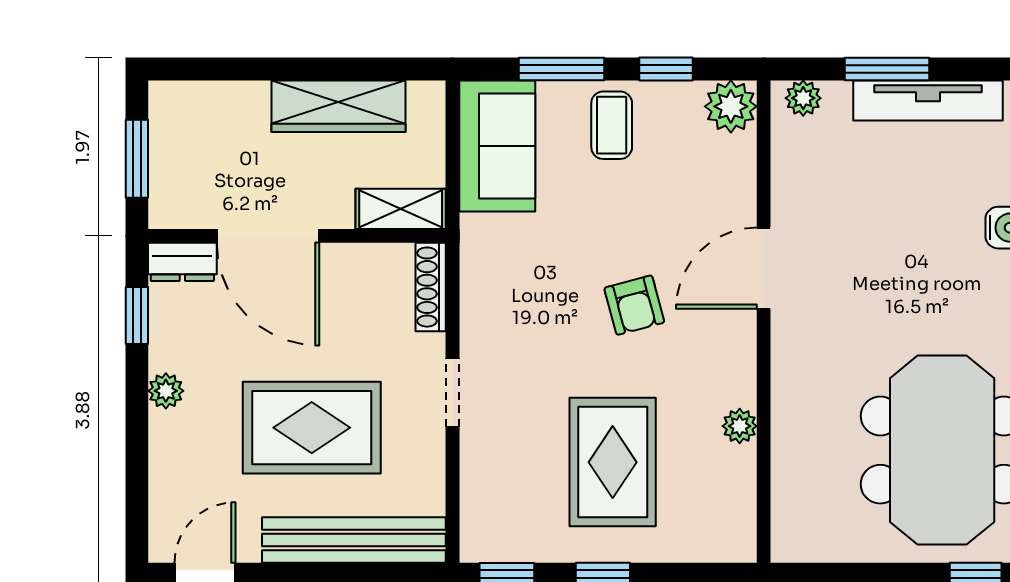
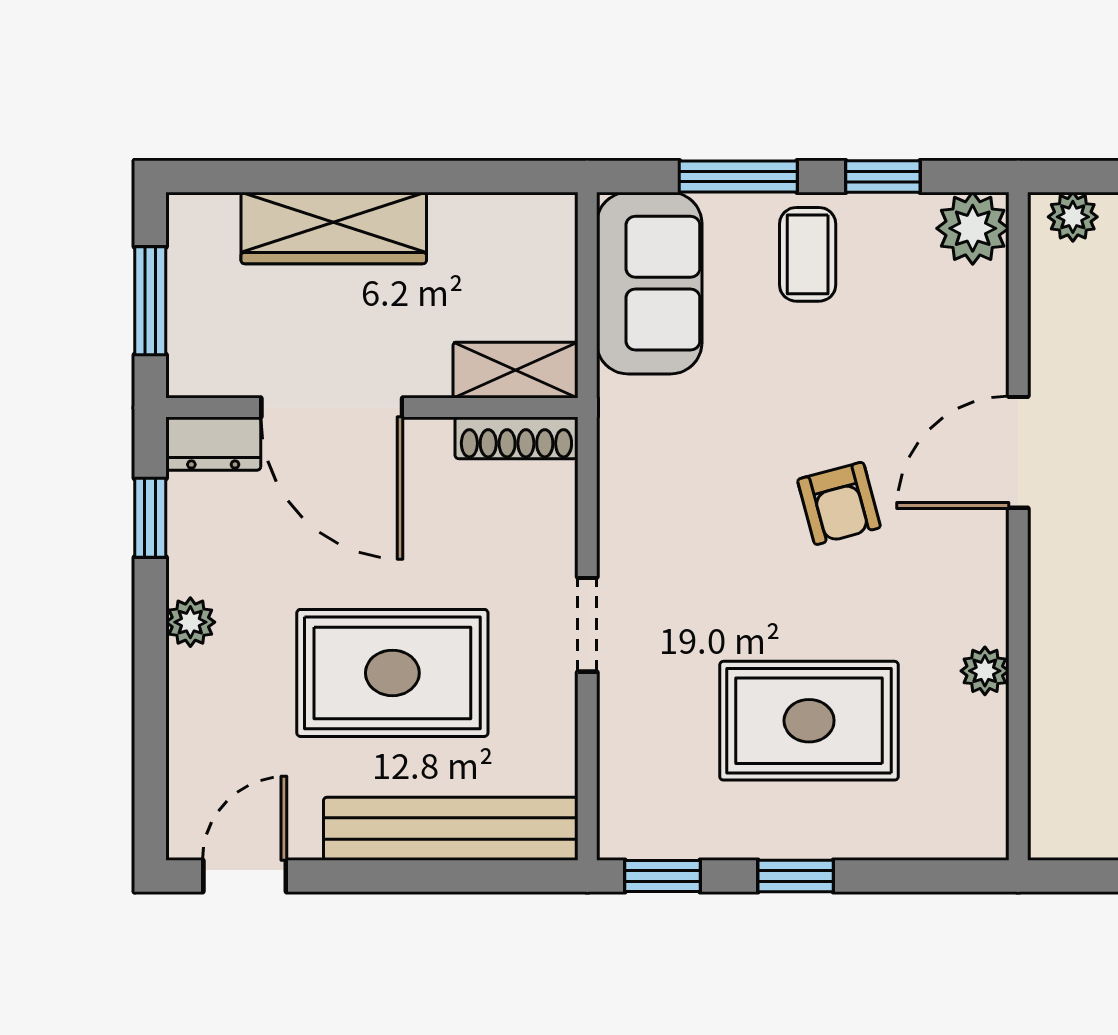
wardrobe: (338, 106) -> (334, 228), moved
shoe rack: (431, 287) -> (516, 438), moved, turned -90
rug: (613, 462) -> (809, 721), turned 90

